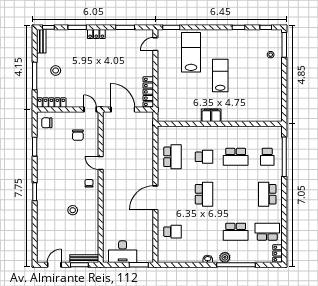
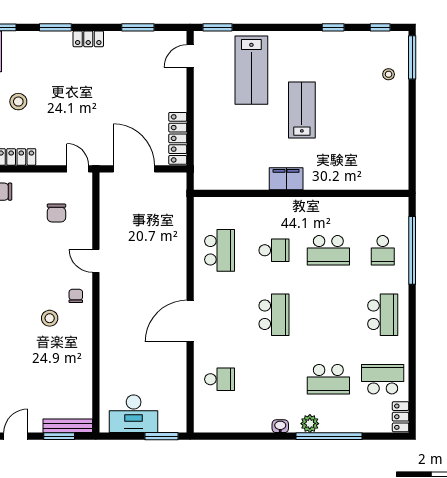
lab bench: (191, 52) -> (251, 70), turned 180
school desk: (267, 194) -> (383, 315), turned 180
stool: (73, 210) -> (50, 318), moved

